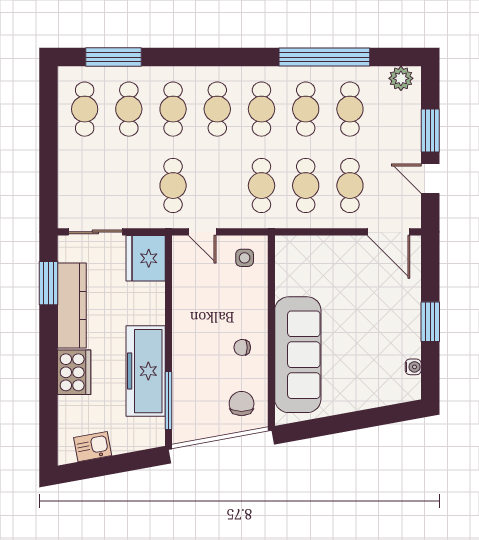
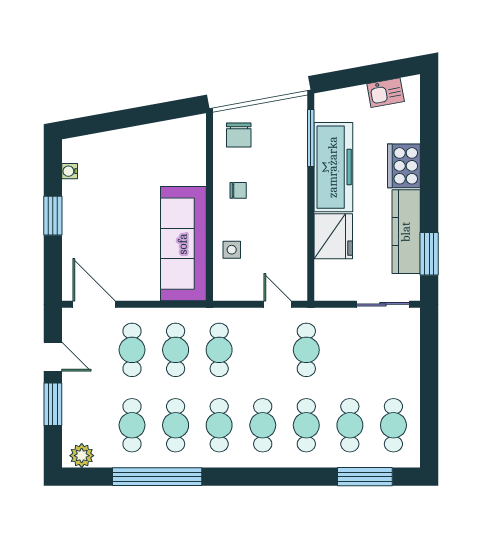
fridge: (146, 258) -> (333, 236), moved
side table: (245, 258) -> (232, 250), moved
sofa: (298, 355) -> (183, 244), moved

